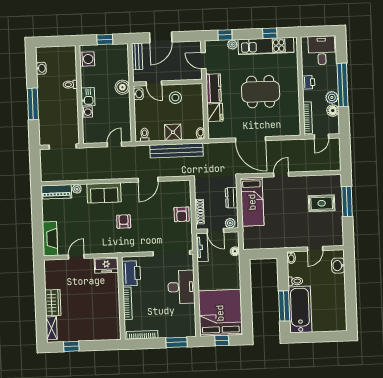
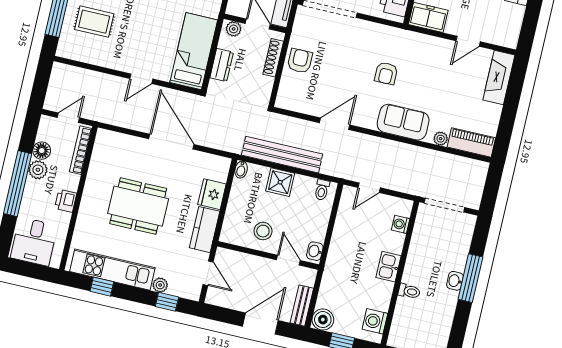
washbasin: (41, 68) -> (455, 281), moved
boiler: (122, 87) -> (323, 320), moved
washing machine: (87, 112) -> (401, 224), moved

